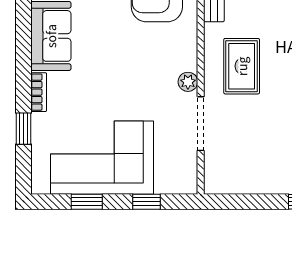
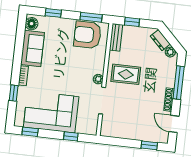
rug: (242, 66) -> (126, 74), turned 90
window: (87, 202) -> (30, 132), moved

